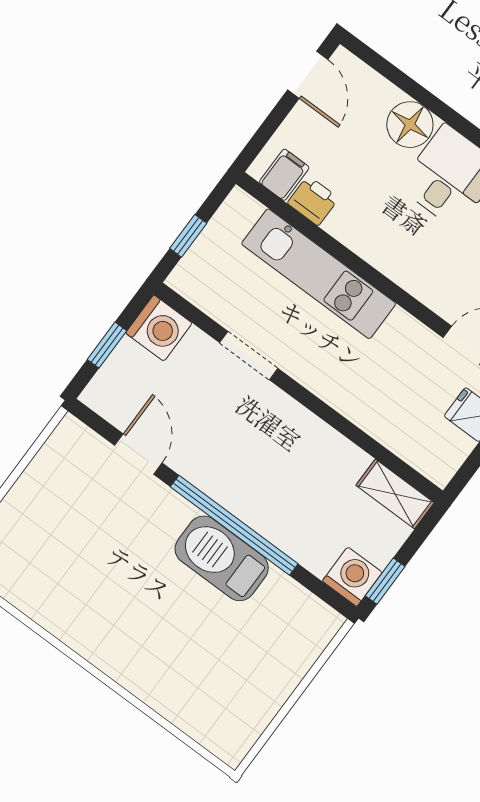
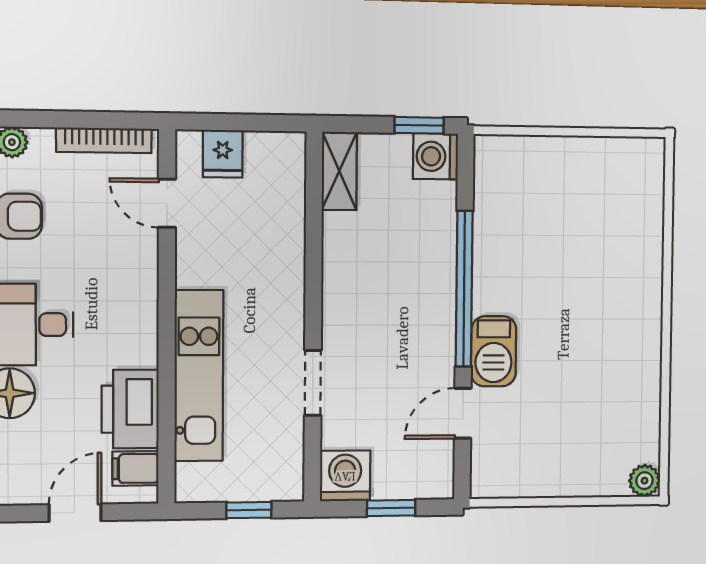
door: (308, 75) -> (75, 513), moved
printer: (313, 201) -> (130, 409), width x1.87, depth x1.48
barbecue: (222, 558) -> (494, 351), moved, width x0.73, depth x0.83

